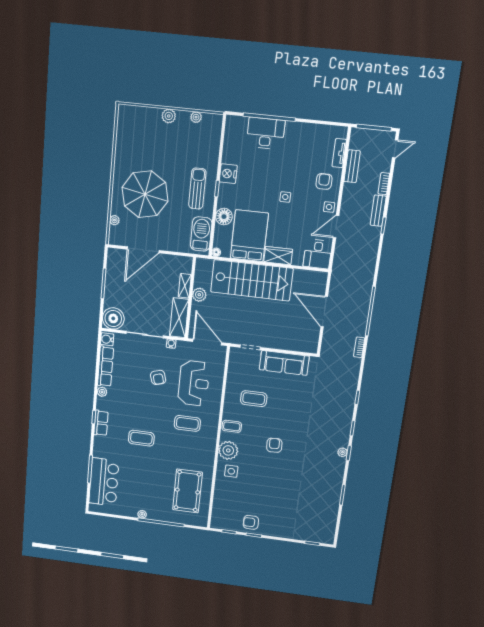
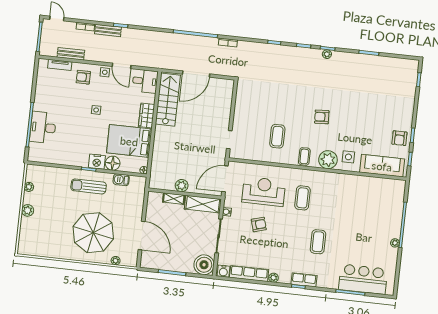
nightstand: (228, 174) -> (97, 162), moved
barbecue: (201, 234) -> (121, 180), width x0.53, depth x0.65
stairs: (252, 280) -> (168, 100), moved, width x0.73, depth x0.66
sofa: (284, 363) -> (382, 166), moved, turned -90
pool table: (187, 491) -> (370, 199), removed

